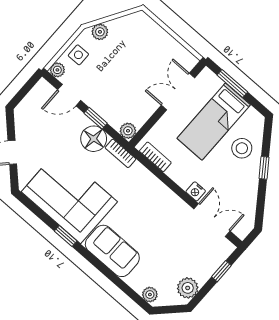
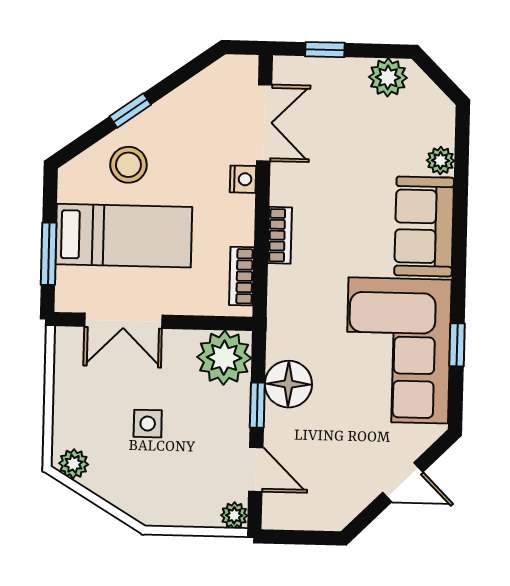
plant: (100, 32) -> (74, 464), moved
side table: (78, 55) -> (148, 424), moved
plant: (128, 131) -> (224, 358), width x1.87, depth x1.87
bookcase: (121, 153) -> (280, 235), moved
double door: (212, 220) -> (264, 123), swing flipped
window: (66, 236) -> (457, 345), moved
plant: (150, 295) -> (441, 161), moved

